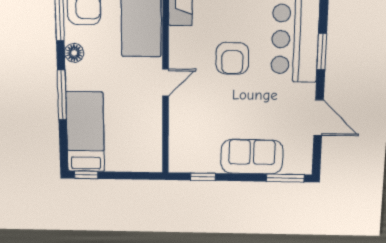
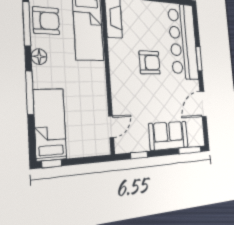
armchair: (232, 58) -> (150, 62), turned -90
door: (166, 83) -> (111, 127), moved
door: (319, 118) -> (203, 104), swing flipped

